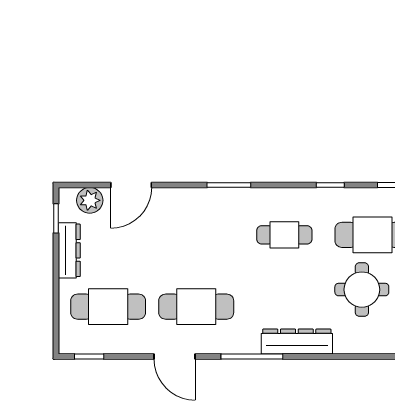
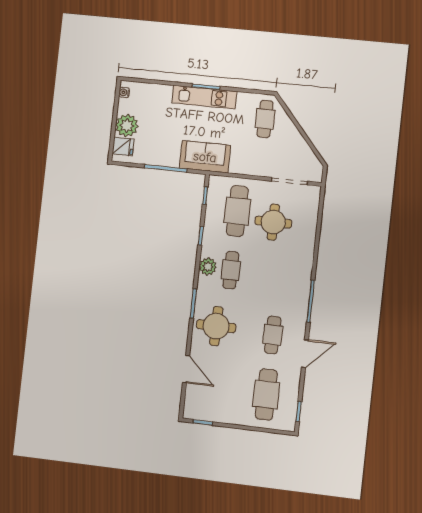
plant: (90, 200) -> (208, 267), moved
round table: (200, 222) -> (216, 326), added
dresser: (69, 250) -> (225, 416), removed
cafe table: (196, 307) -> (273, 335), width x0.73, depth x0.74
dresser: (297, 342) -> (304, 270), removed

